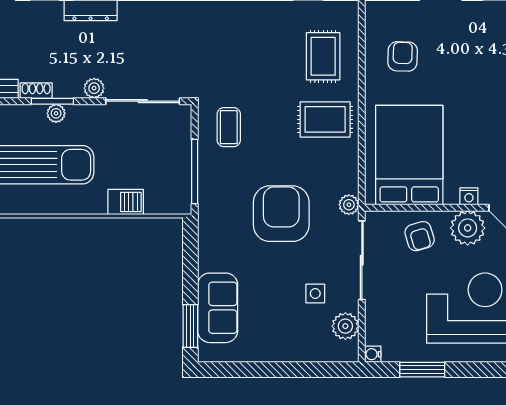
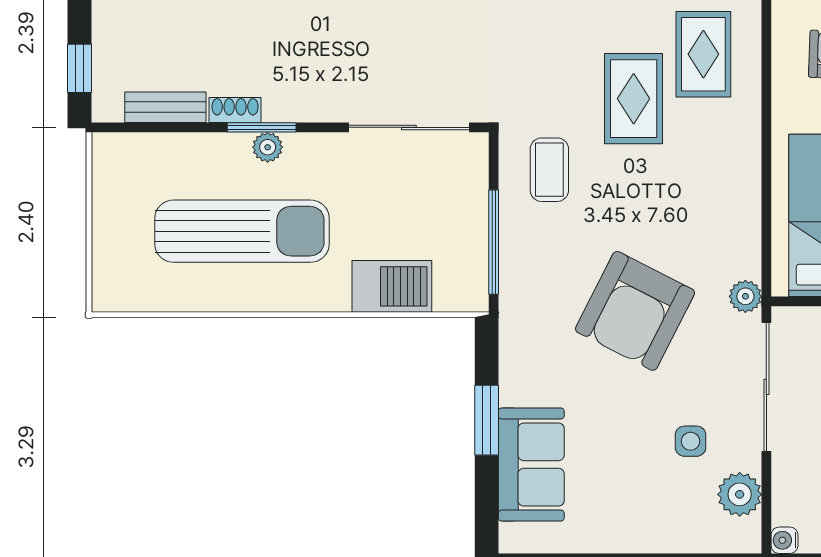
plant: (94, 88) -> (330, 106), removed
rug: (325, 119) -> (634, 99), moved, turned 90
barbecue: (126, 202) -> (392, 286), width x1.38, depth x1.27
armchair: (281, 214) -> (635, 311), turned -153
window: (190, 326) -> (487, 420), moved

